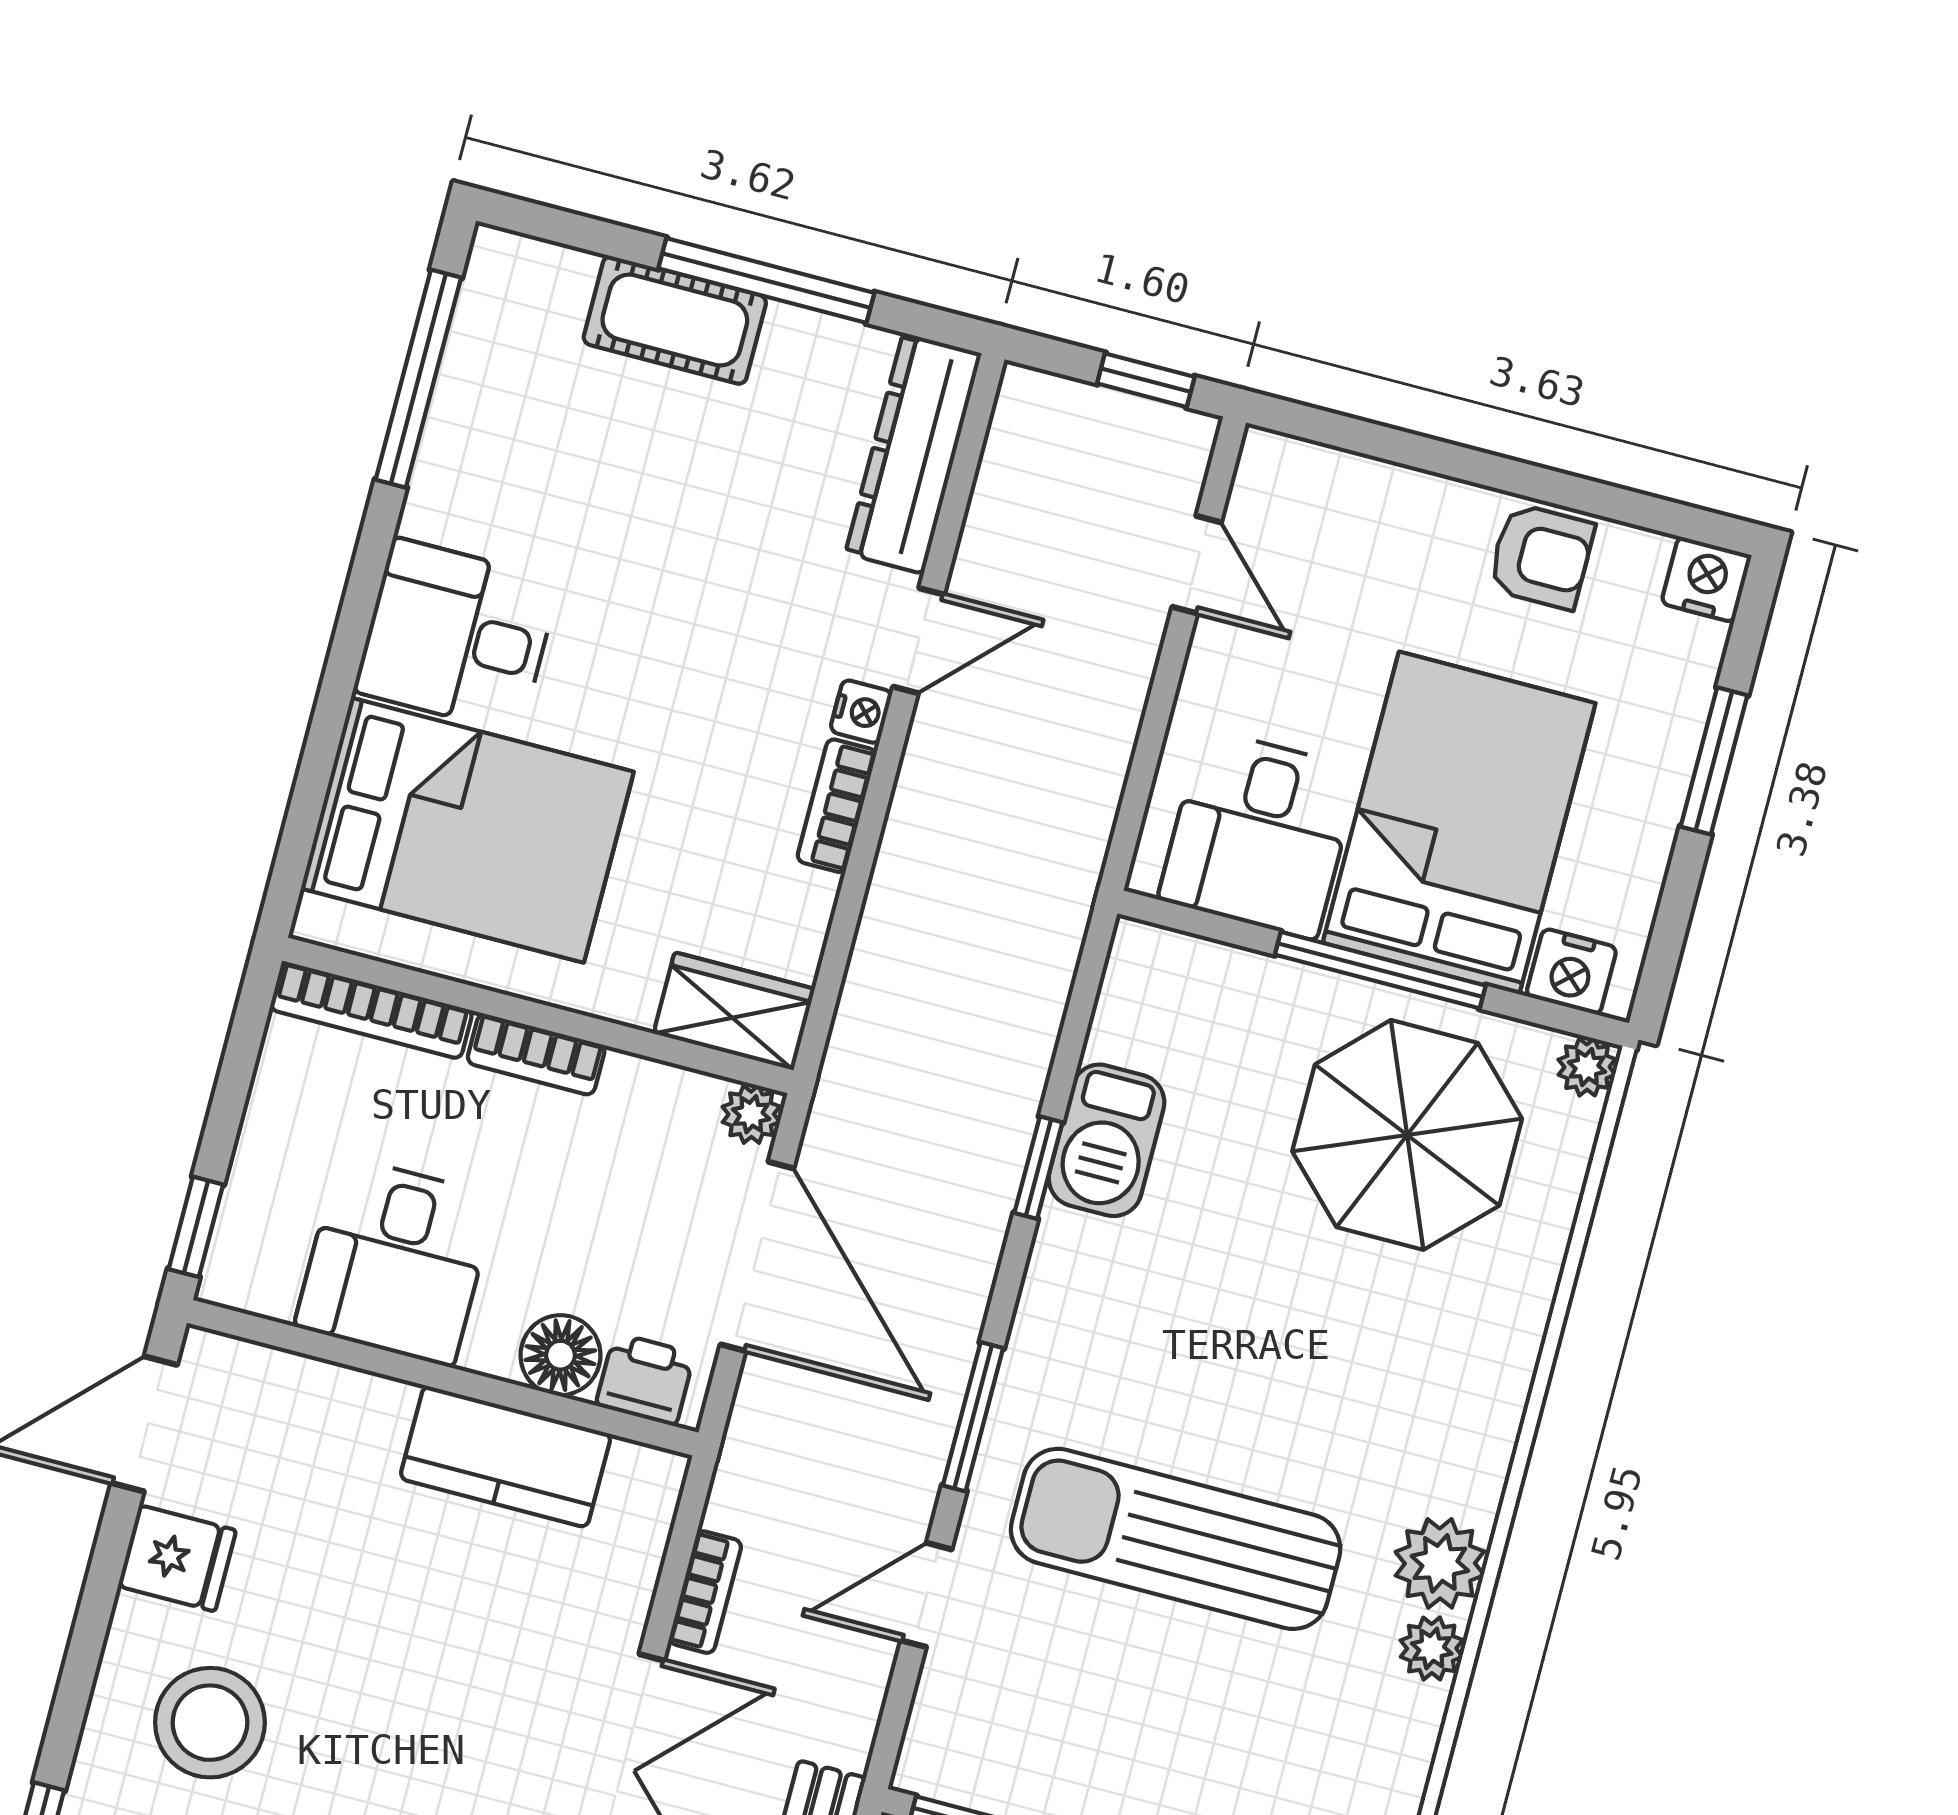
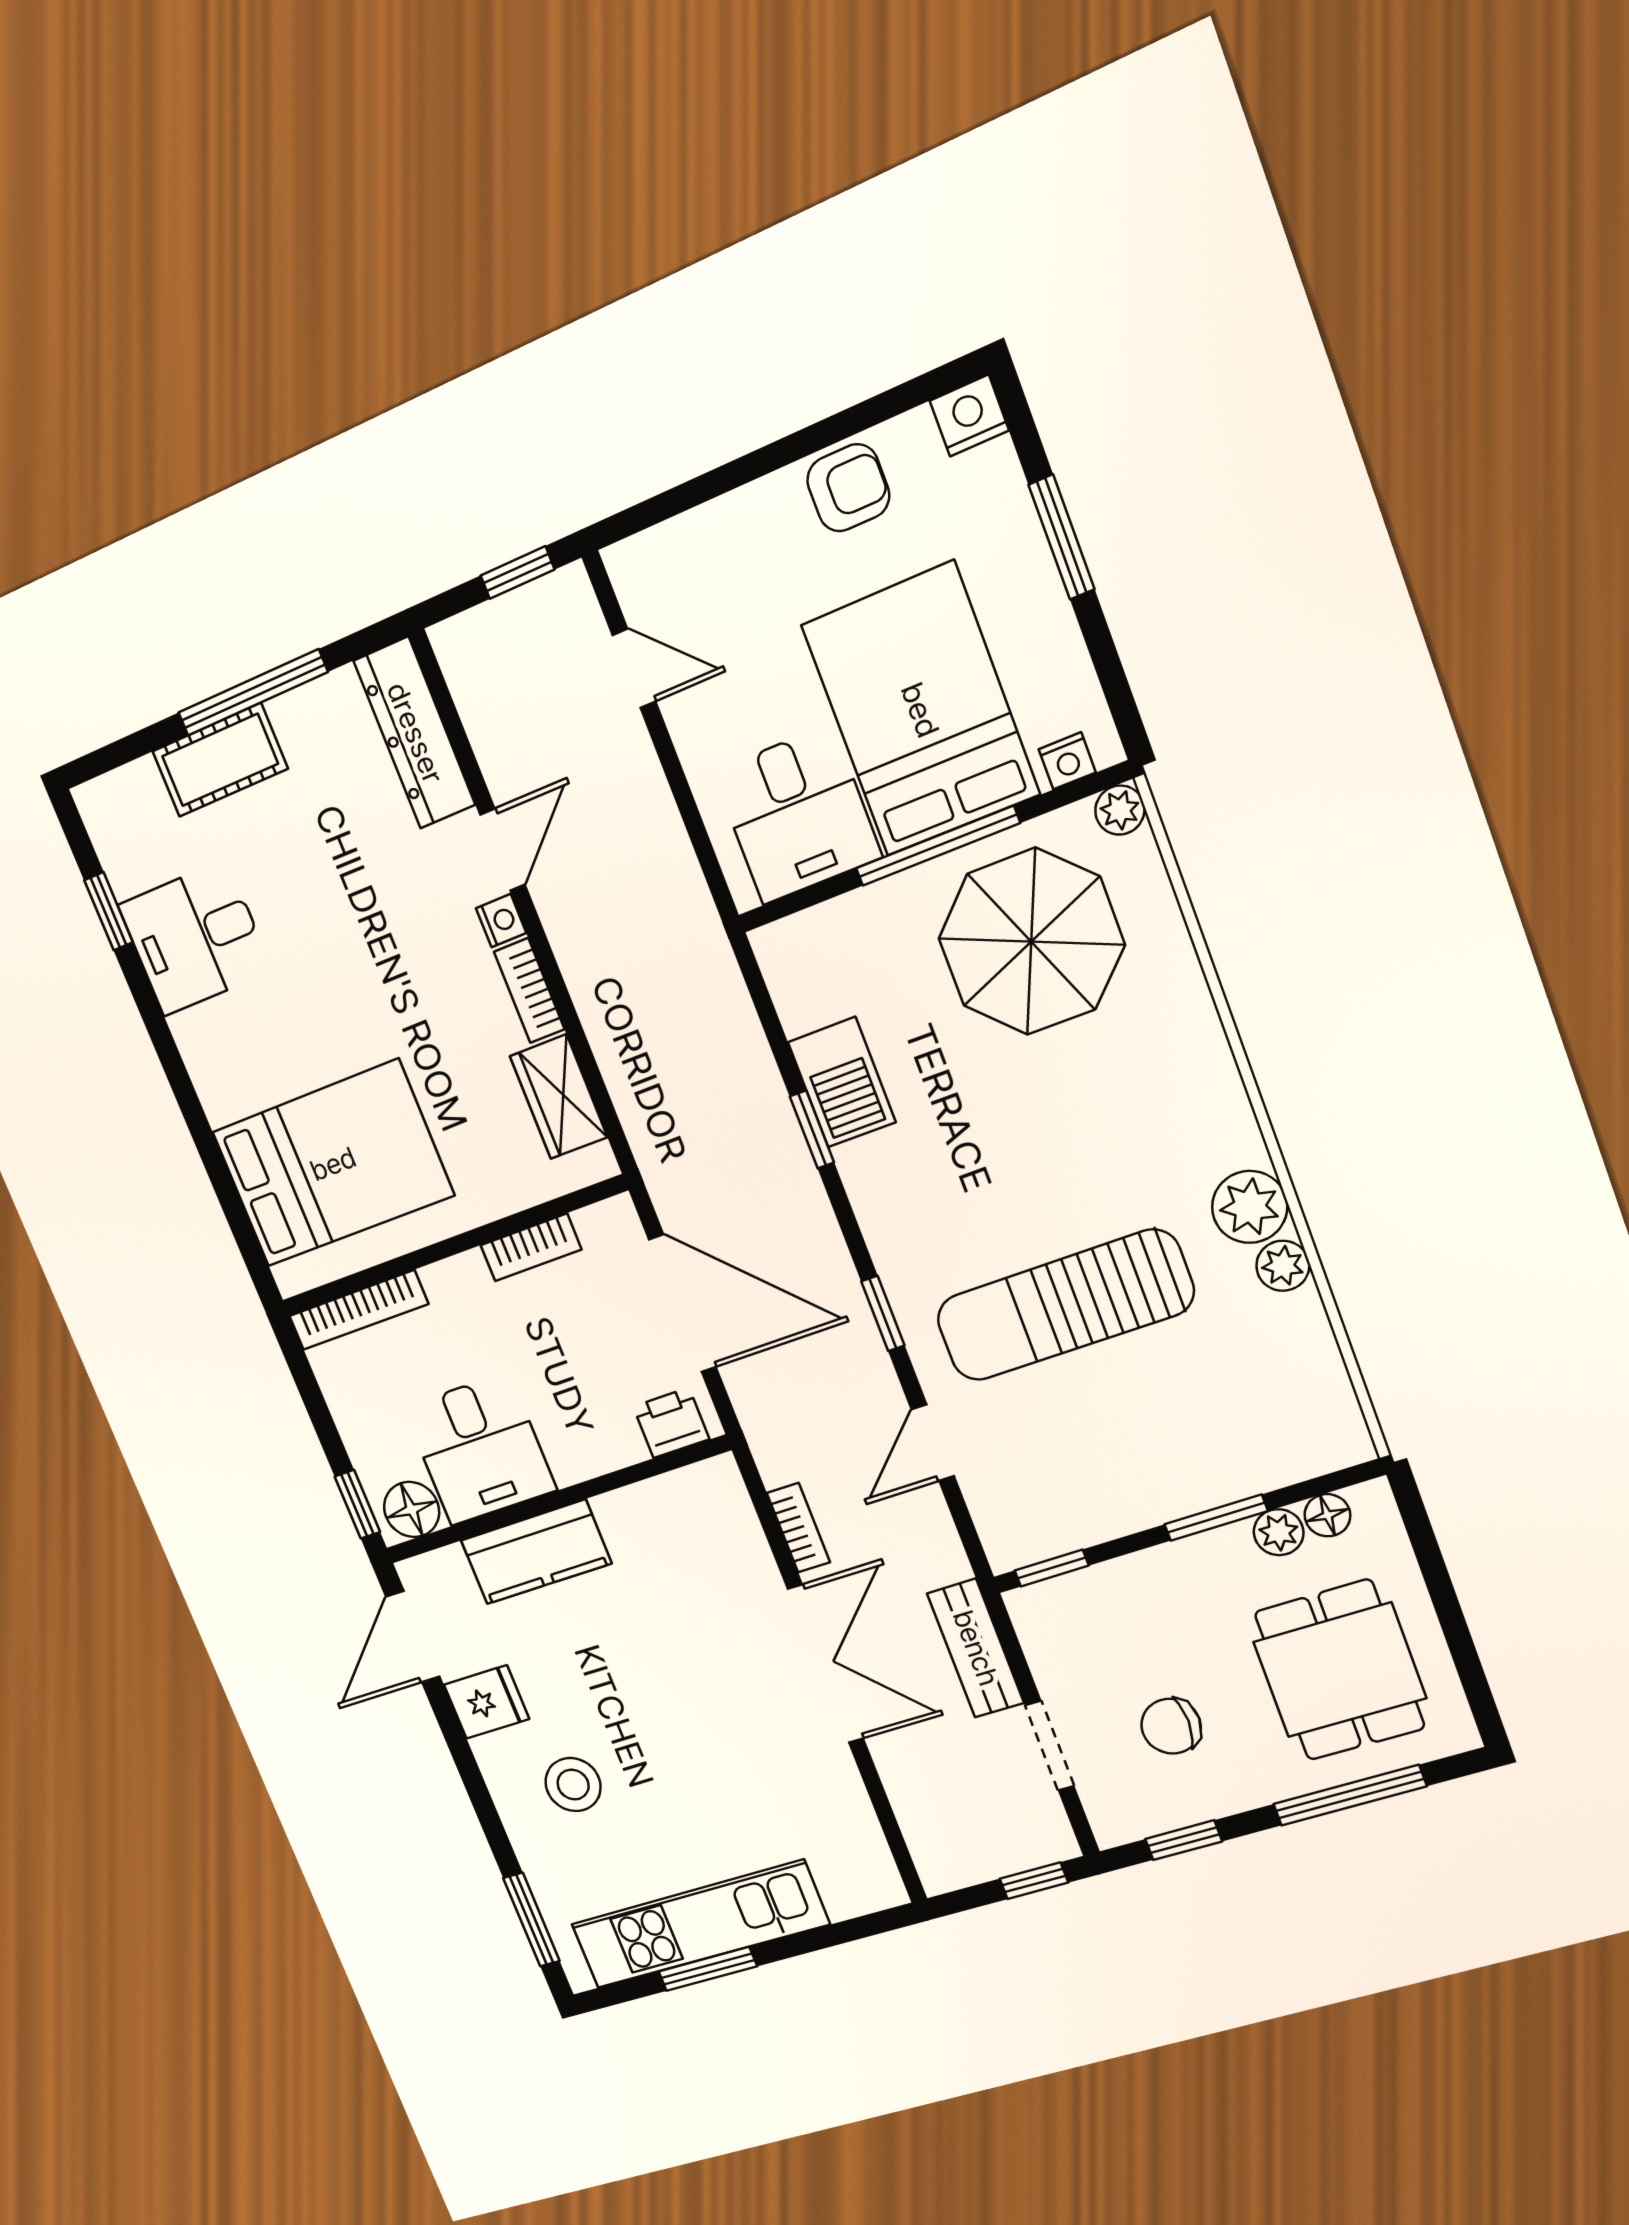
window: (418, 379) -> (109, 911), width x0.46
desk: (457, 636) -> (195, 938), moved
nightstand: (1571, 972) -> (1067, 761), width x0.72, depth x0.74
wardrobe: (734, 1011) -> (559, 1097), moved, turned -90
bookcase: (536, 1054) -> (531, 1247), moved
plant: (751, 1114) -> (617, 1219), removed
floor lamp: (560, 1355) -> (412, 1509), moved
window: (973, 1417) -> (883, 1313), width x0.67
kitchen counter: (506, 1457) -> (536, 1552), moved
stool: (210, 1723) -> (573, 1785), width x0.73, depth x0.73

